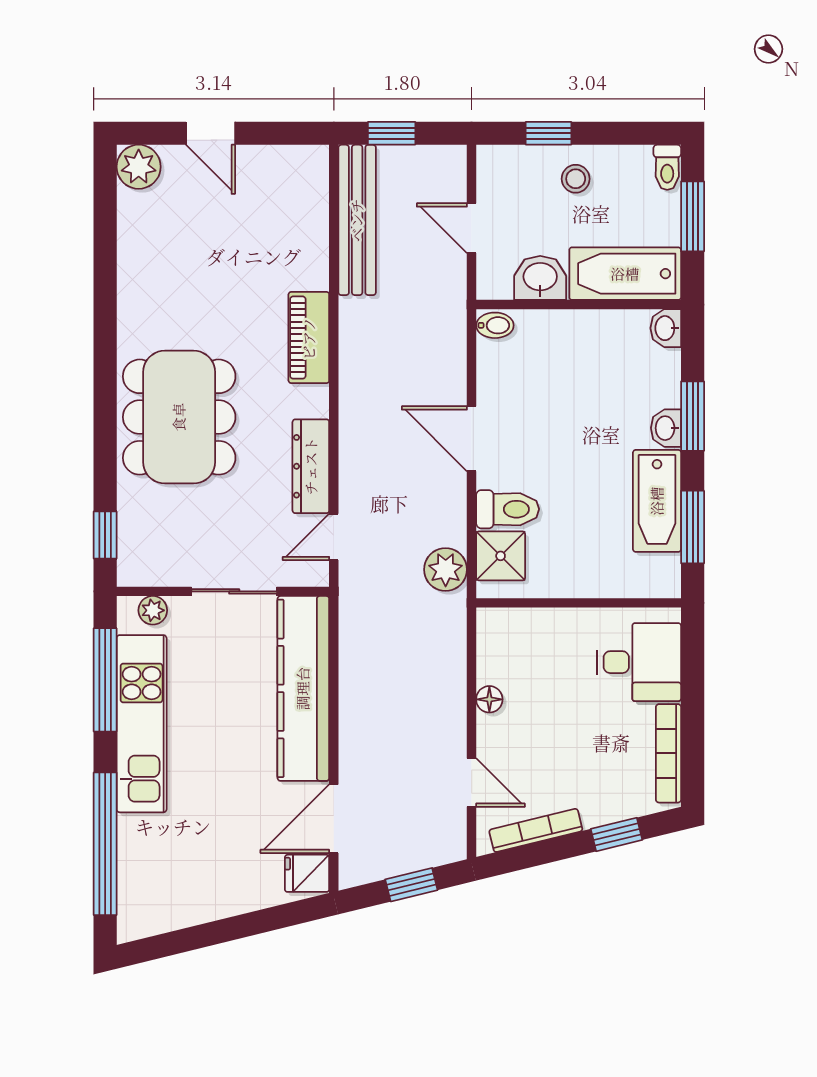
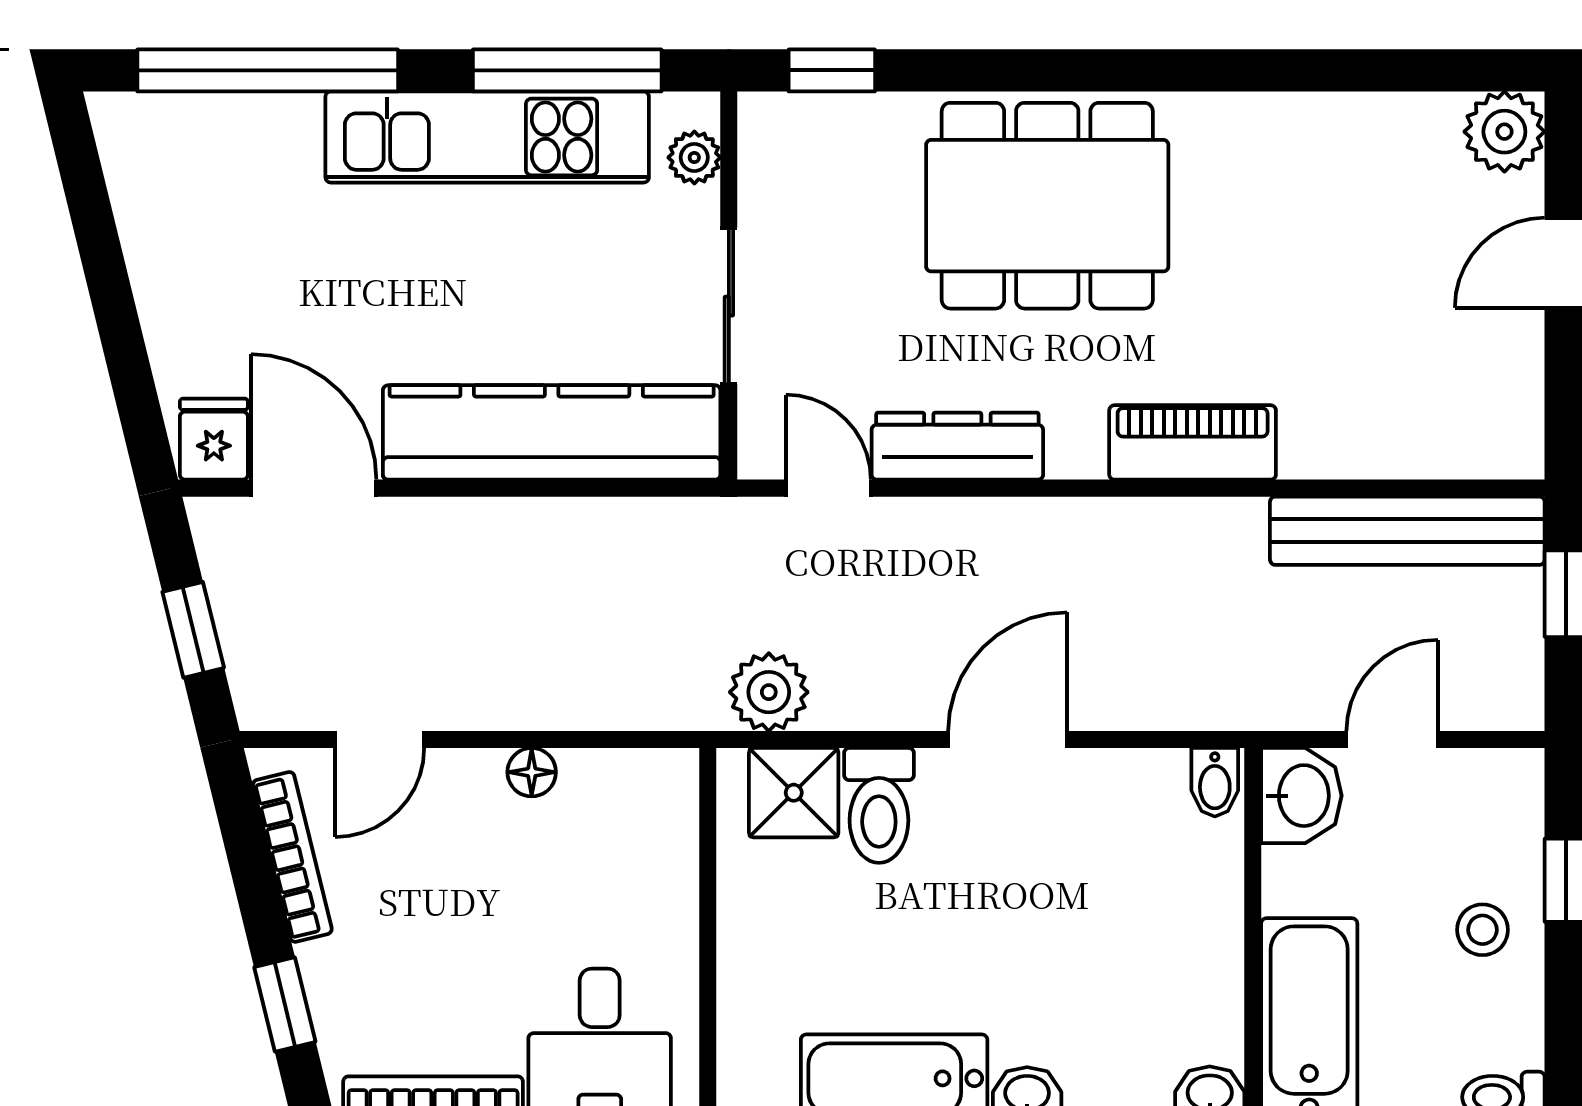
washbasin: (540, 278) -> (1301, 796), moved

